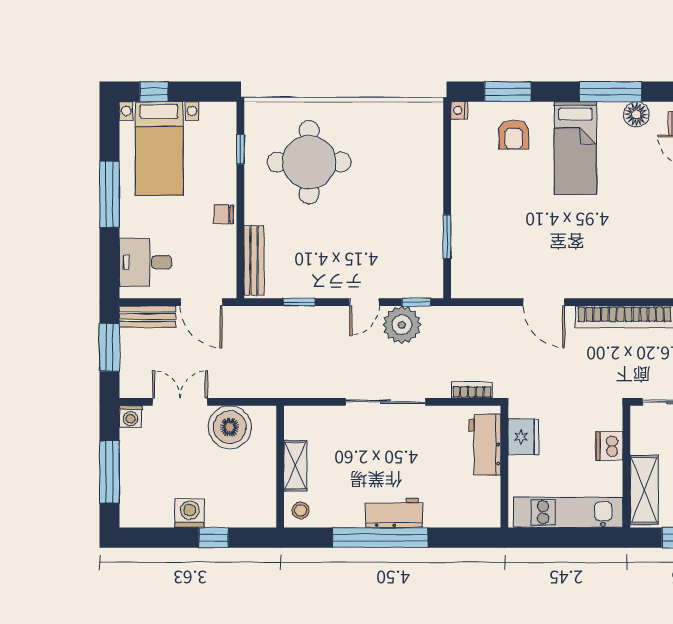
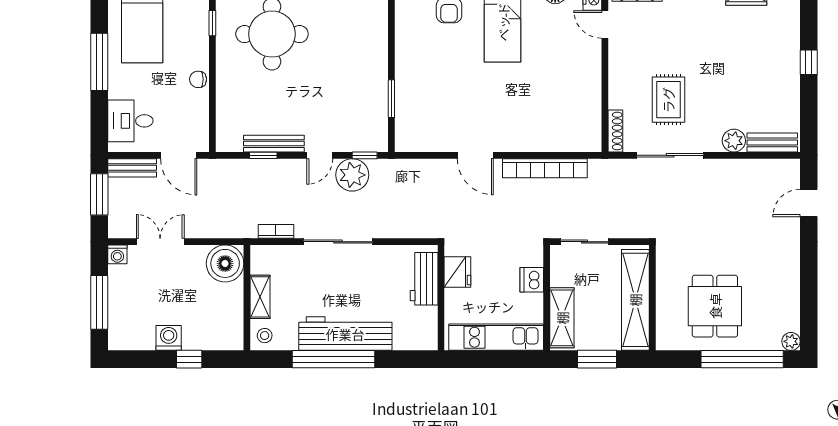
bench: (254, 260) -> (274, 144), moved, turned 90
bookcase: (472, 390) -> (276, 231), moved
boiler: (230, 427) -> (225, 263), moved
workbench: (394, 513) -> (345, 334), width x1.88, depth x1.32

